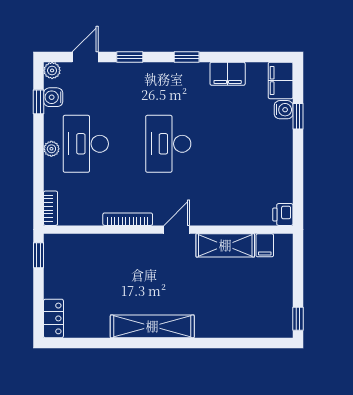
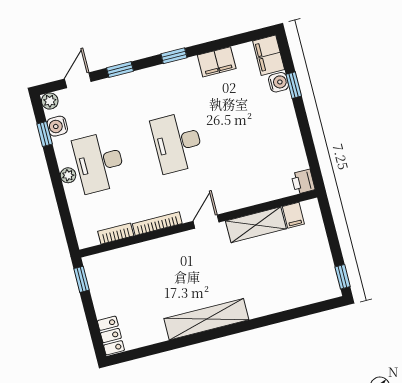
bookcase: (51, 208) -> (116, 234), moved, turned -90

